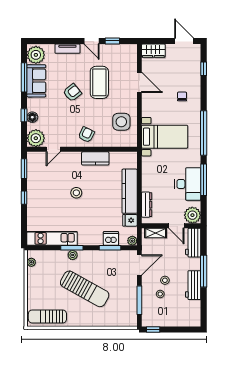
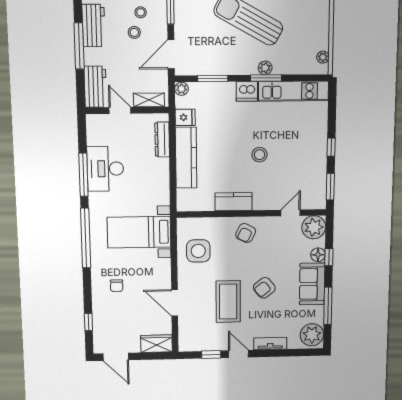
sofa: (36, 81) -> (312, 284), moved
plant: (192, 215) -> (98, 126), removed
dishwasher: (111, 238) -> (247, 91), moved

